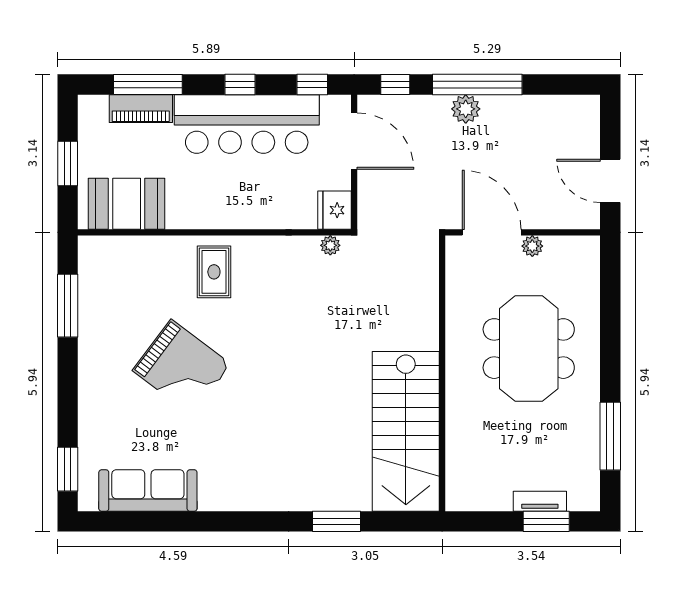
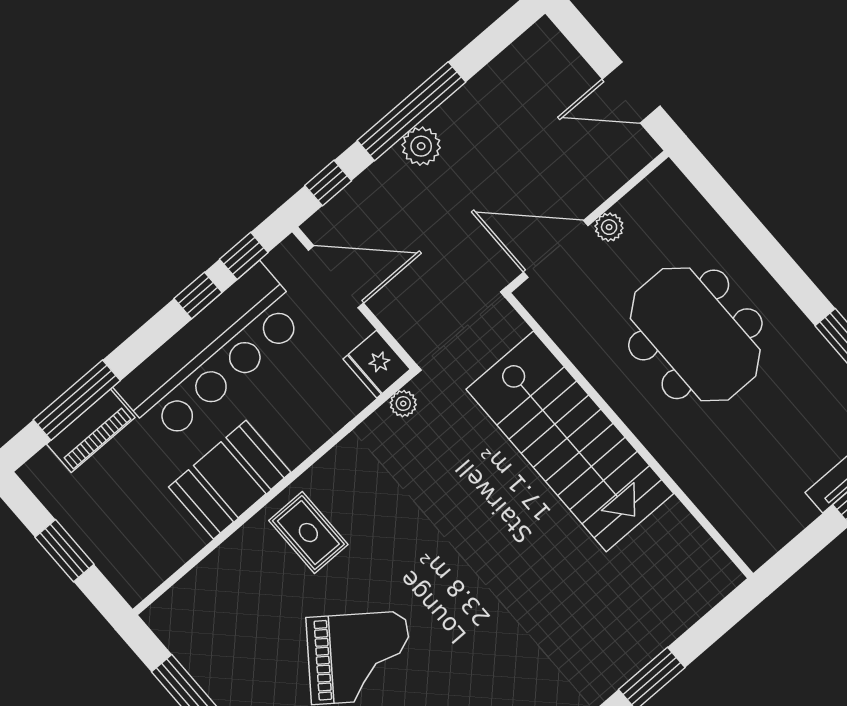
window: (240, 84) -> (198, 295), moved
booth: (127, 204) -> (230, 480), moved
stairs: (406, 431) -> (570, 441), moved

